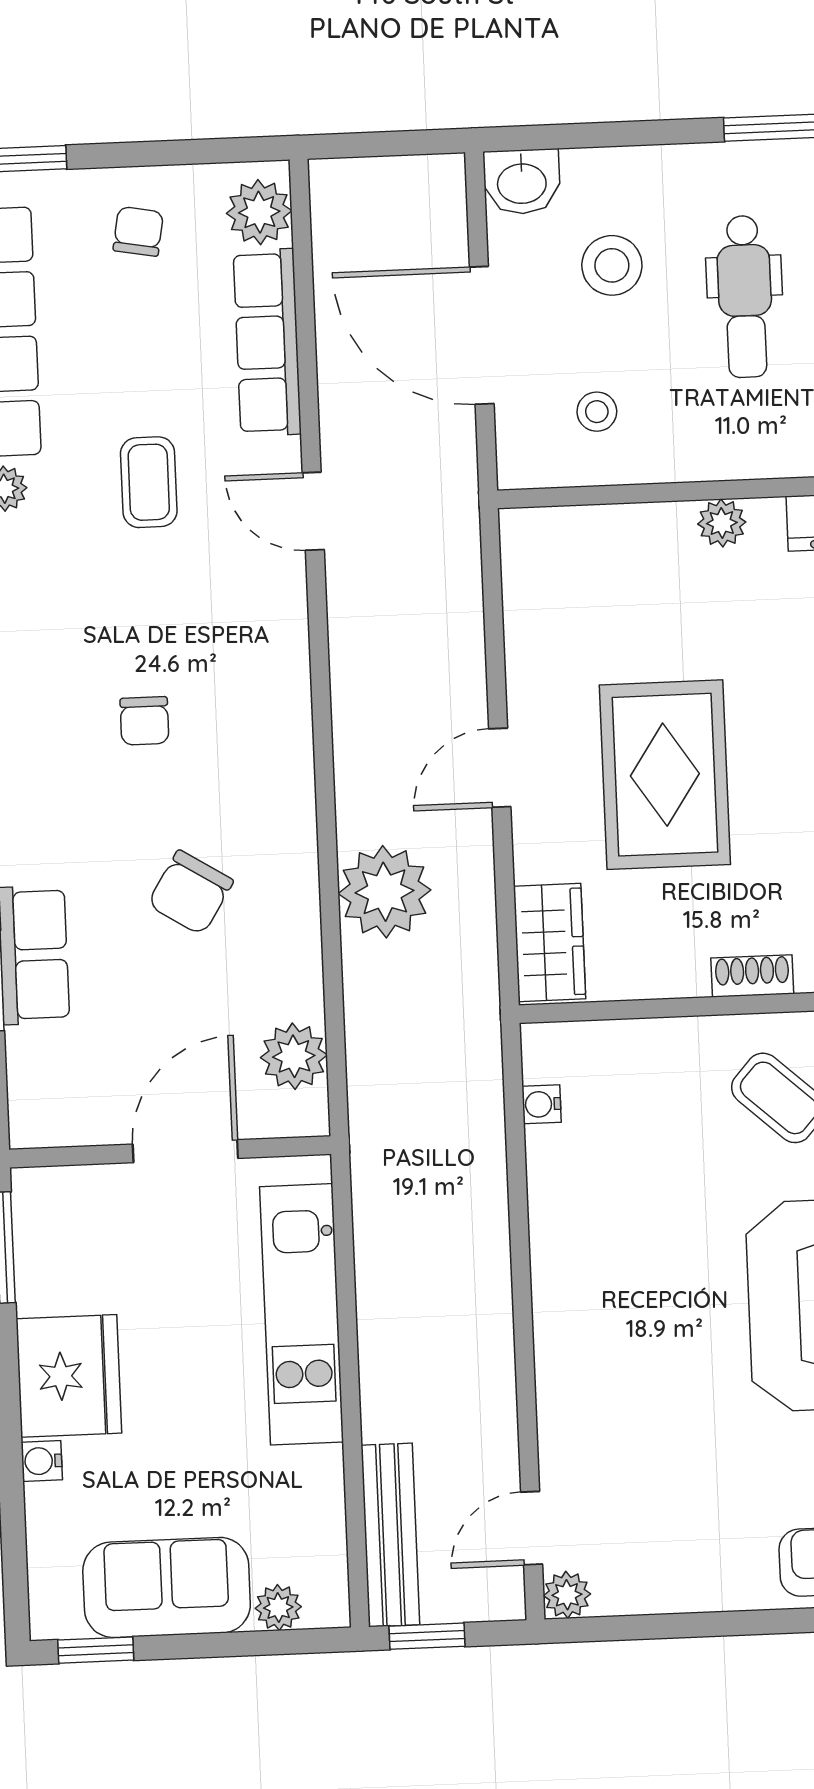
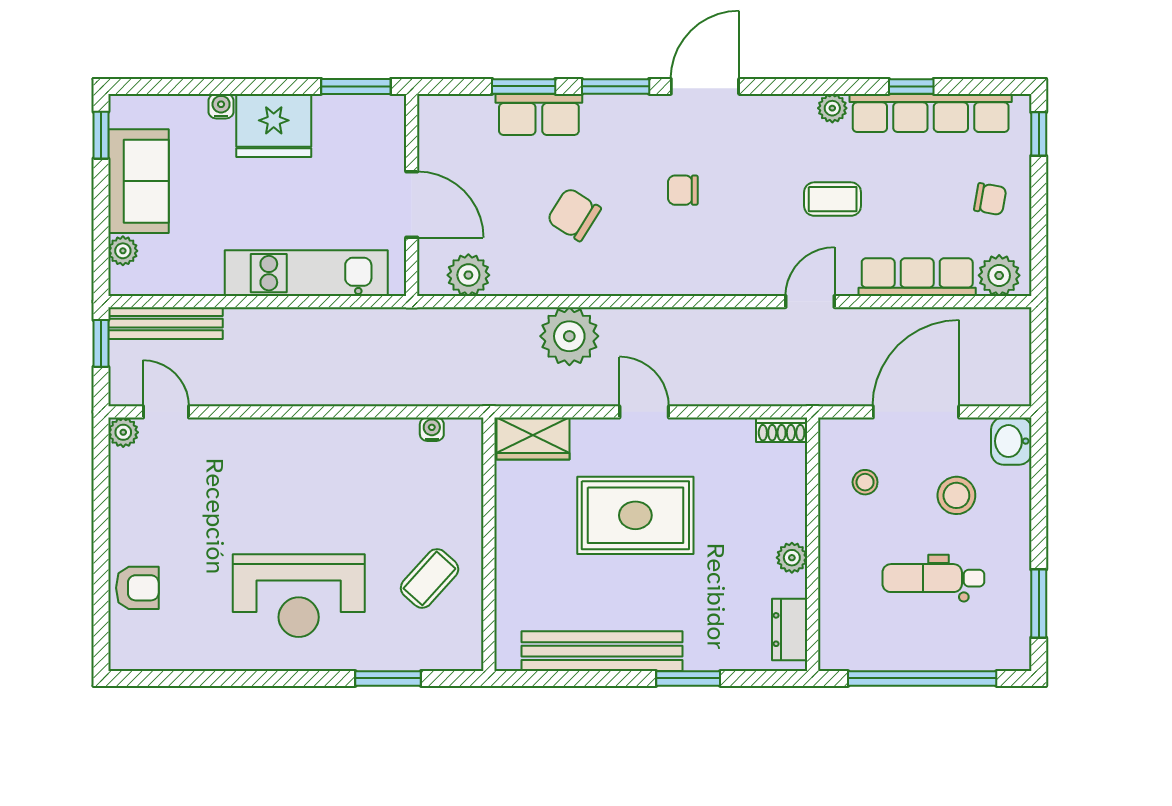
shoe rack: (752, 976) -> (782, 430), moved, turned 90

